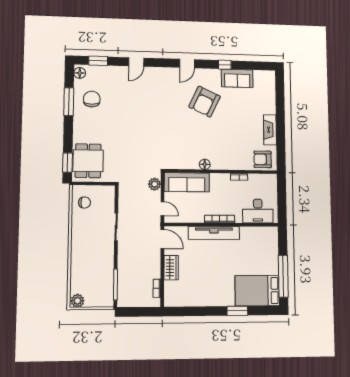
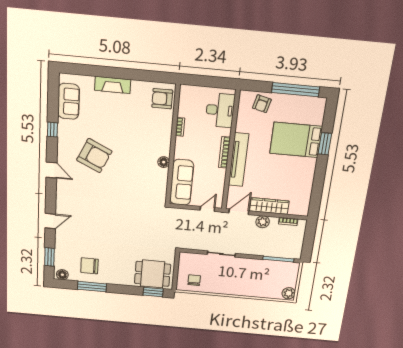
door: (136, 62) -> (50, 221), hinge flipped
sofa: (237, 78) -> (69, 101), moved
fireplace: (270, 130) -> (113, 85), moved
armchair: (263, 159) -> (162, 99), turned 90
plant: (155, 184) -> (263, 222), moved
armchair: (268, 248) -> (262, 104), added
wardrobe: (171, 268) -> (269, 206), width x1.50
bed: (257, 291) -> (296, 140), moved, turned 90

